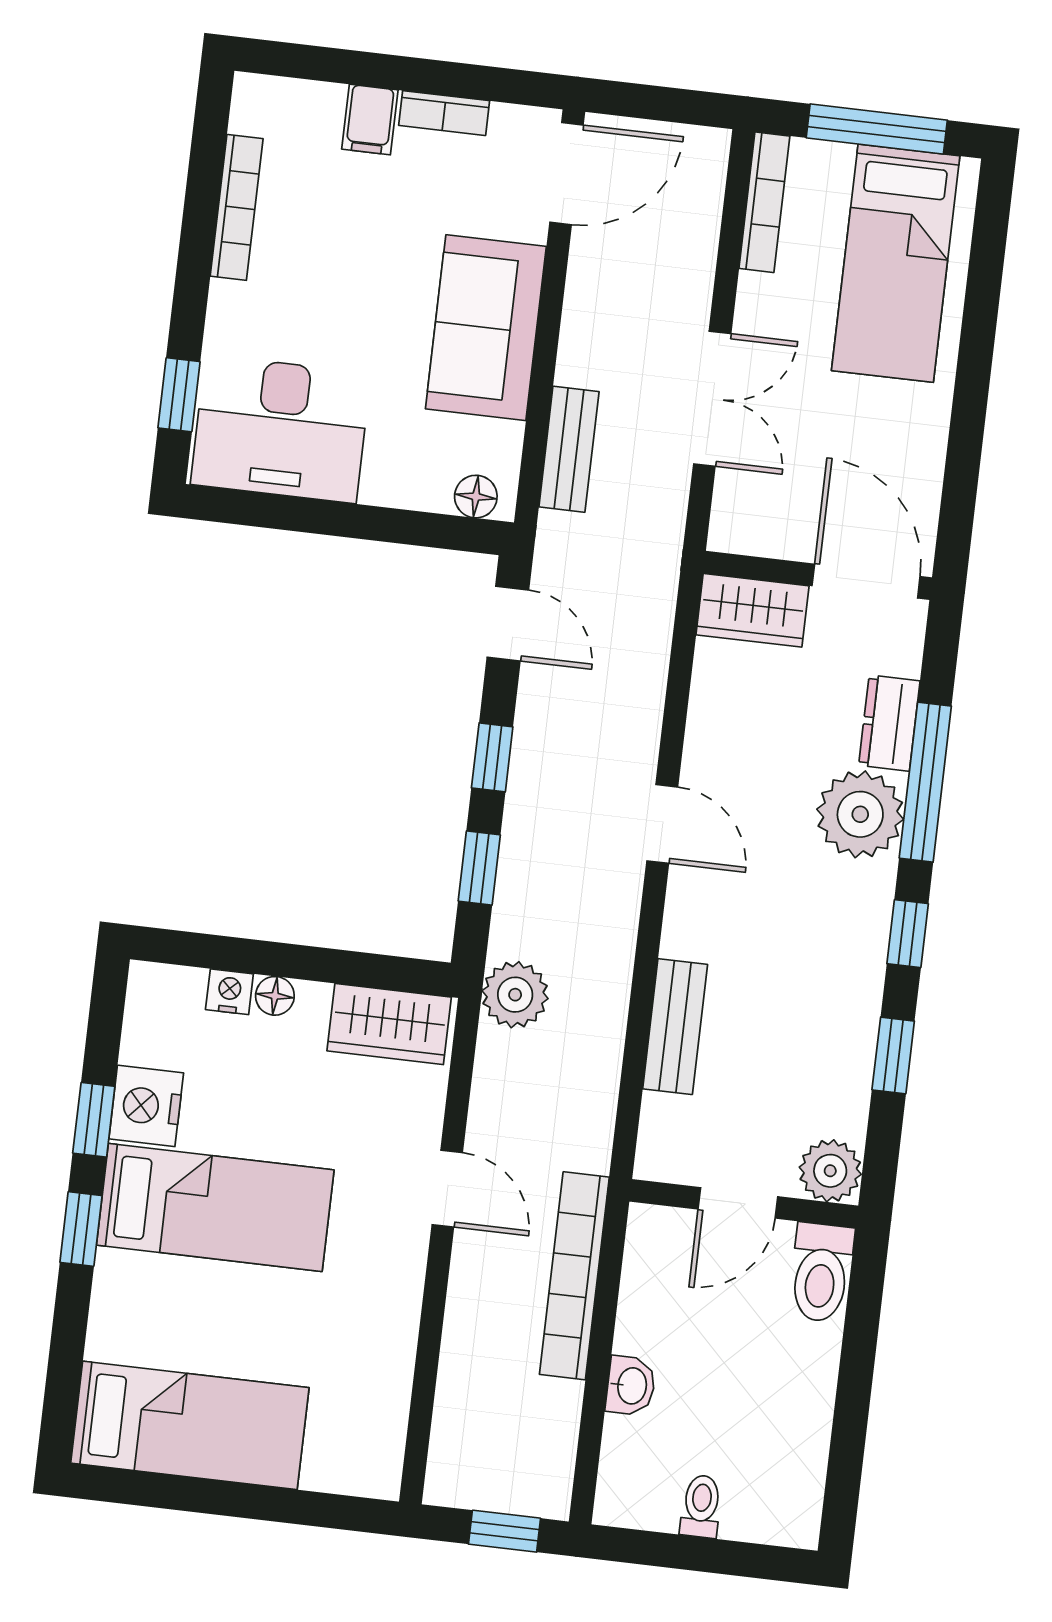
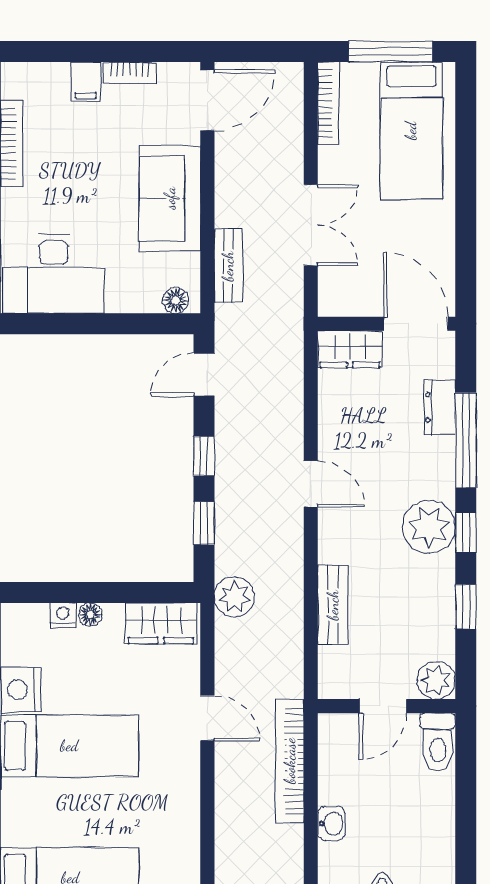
door: (508, 624) -> (204, 374), swing flipped
plant: (860, 814) -> (429, 527), moved

